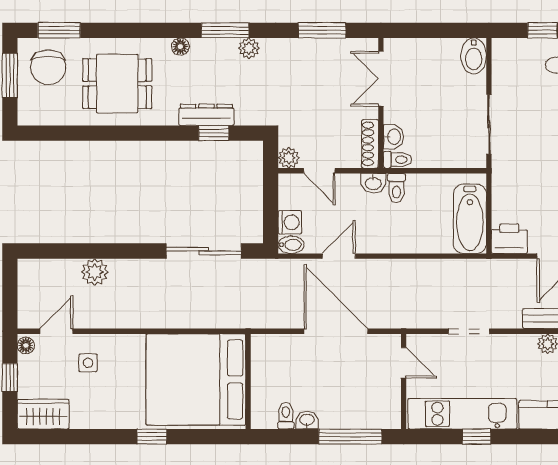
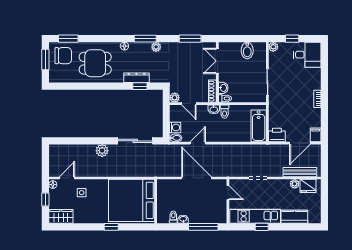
plant: (502, 48) -> (273, 47), added
bidet: (474, 56) -> (247, 50), moved
chair: (48, 67) -> (63, 56), turned -90
plant: (95, 272) -> (102, 151), moved

